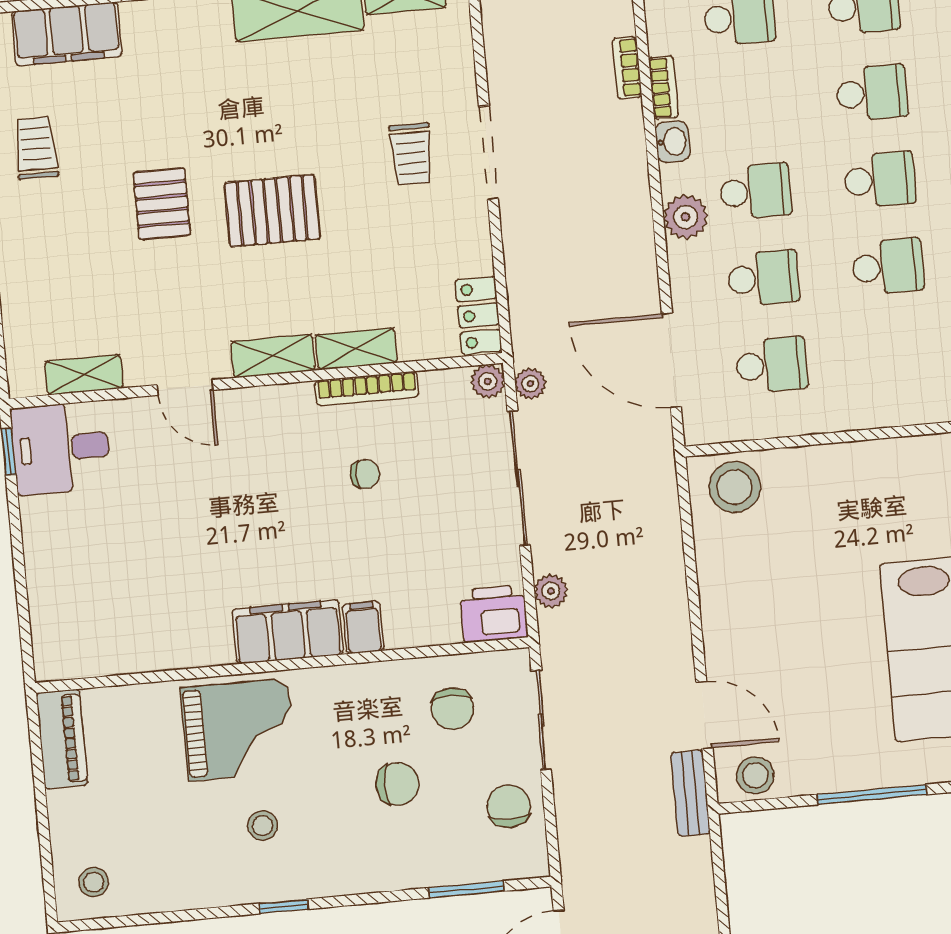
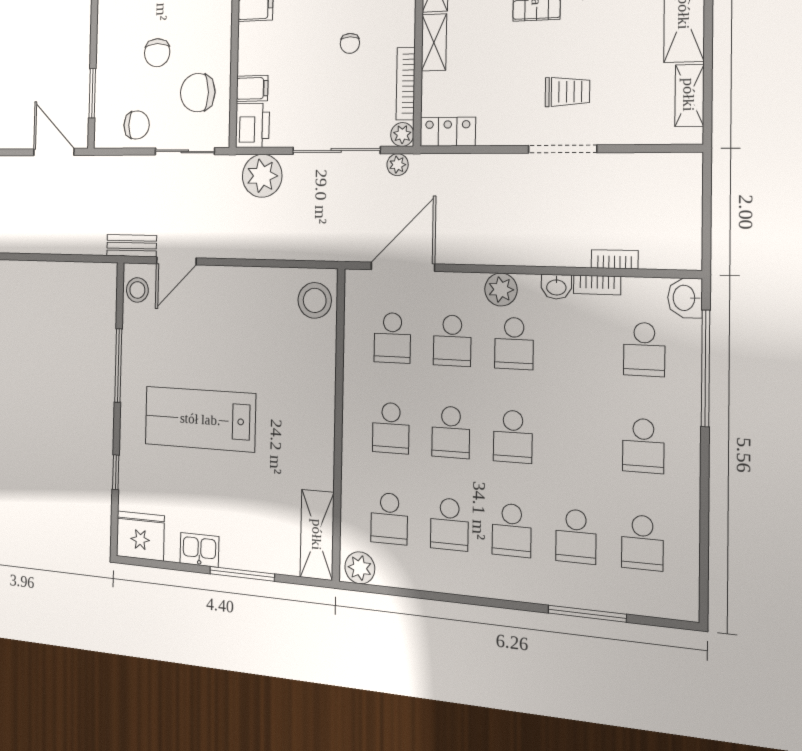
school desk: (872, 93) -> (391, 428), moved
trolley: (411, 154) -> (567, 92), turned 180
bookcase: (367, 389) -> (406, 84), moved
plant: (551, 591) -> (262, 176), width x1.87, depth x1.87
filing cabinet: (363, 627) -> (252, 88), moved
chair: (452, 709) -> (198, 93), width x1.37, depth x1.37

